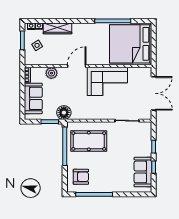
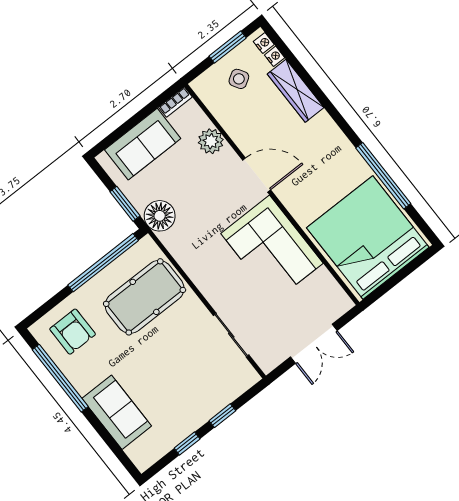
double door: (154, 93) -> (314, 344), width x0.73
pool table: (89, 141) -> (145, 297), turned 90
sofa: (143, 172) -> (117, 412), moved, turned 90

